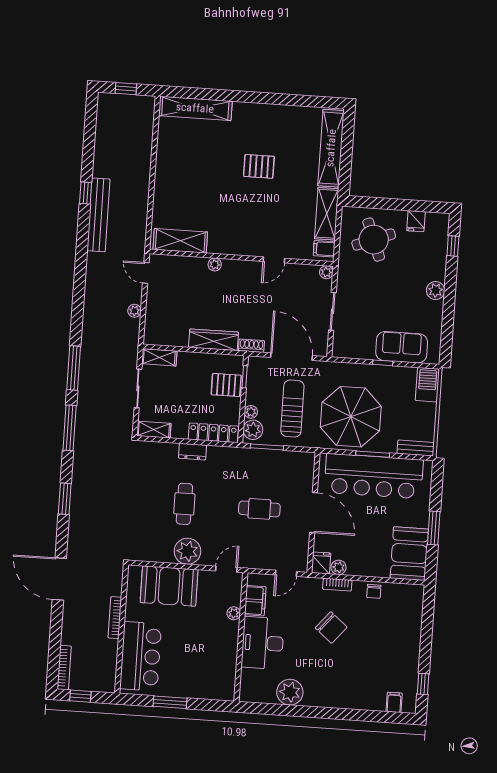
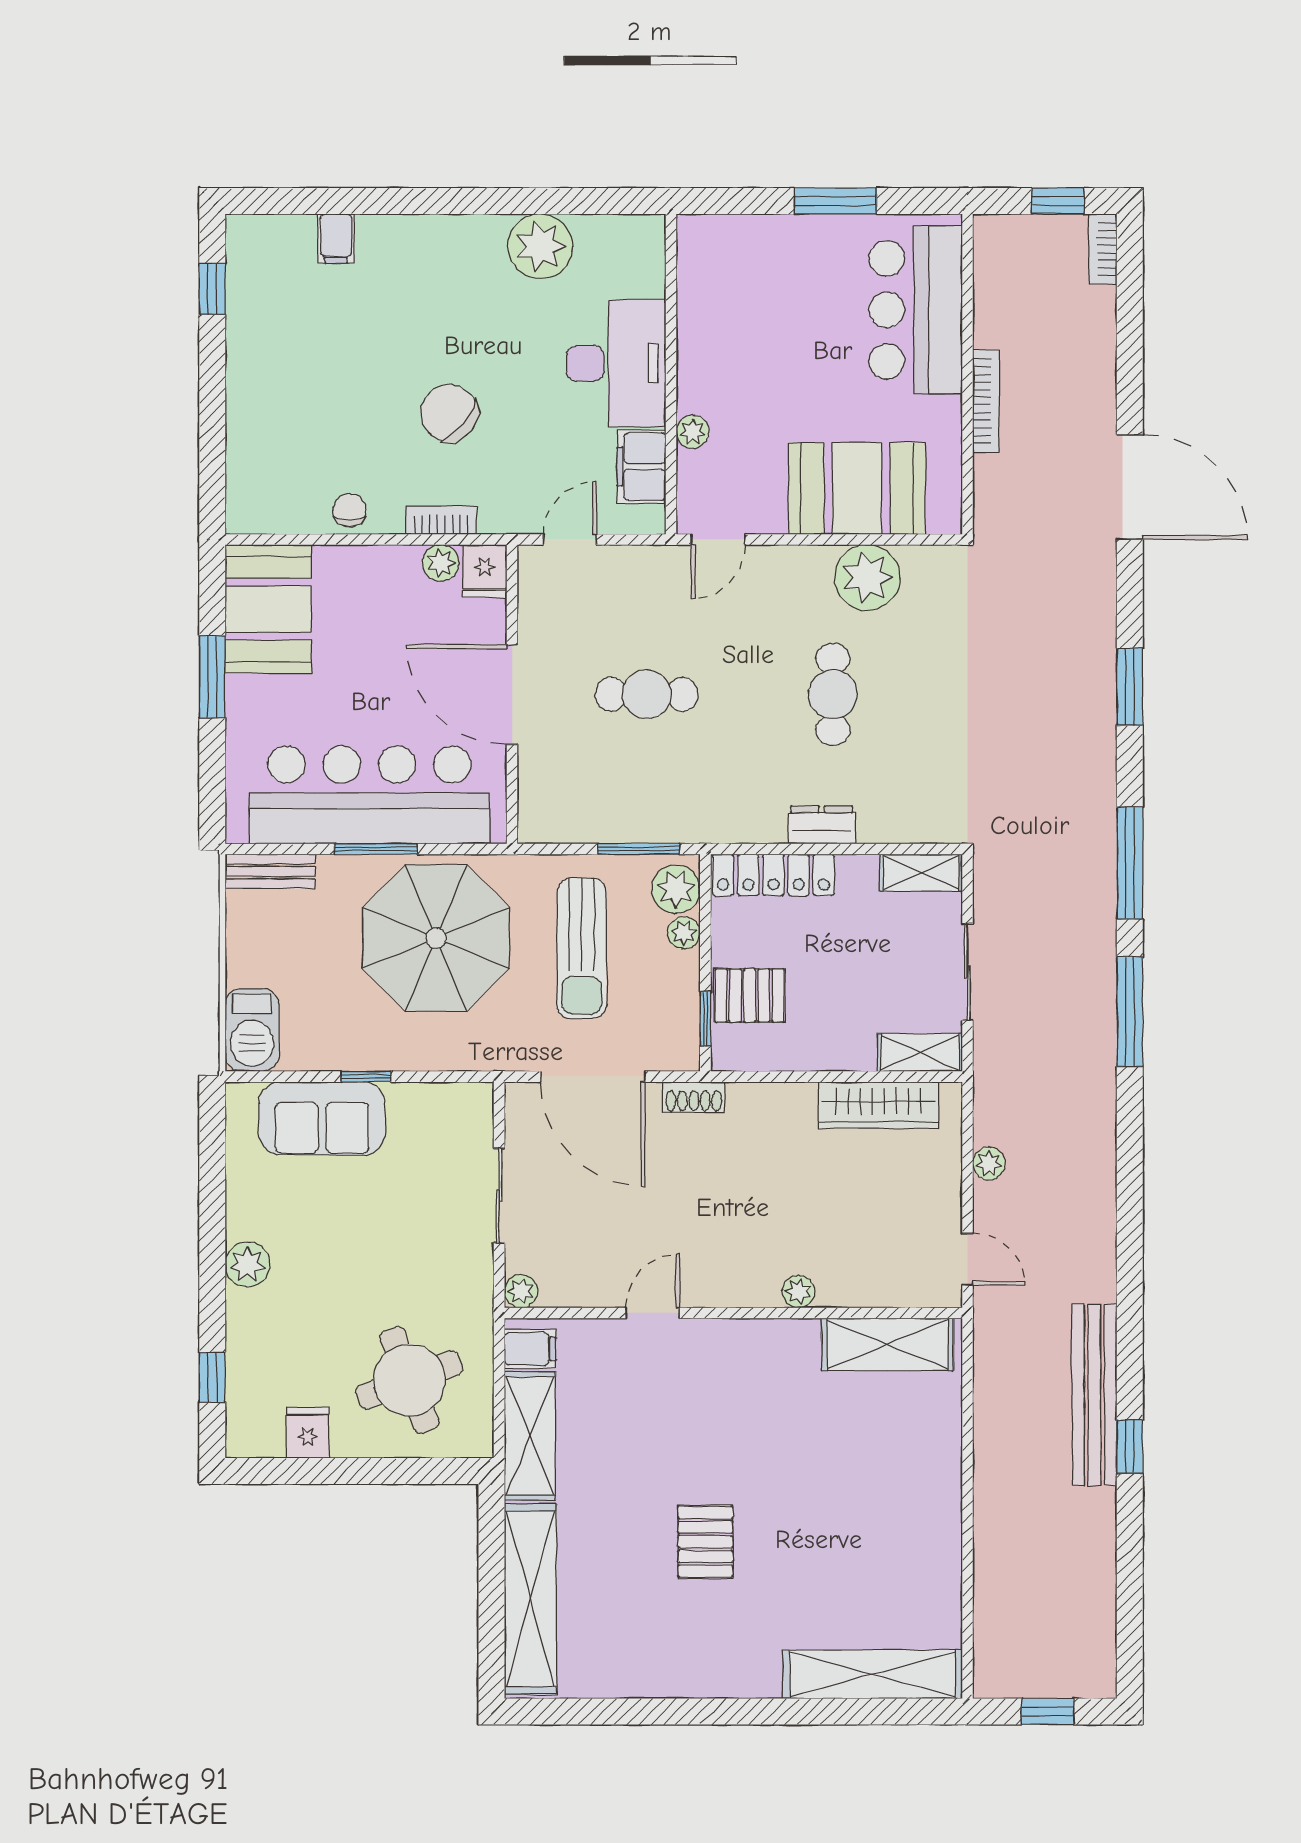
pallet: (259, 166) -> (705, 1542), turned 90
wardrobe: (213, 340) -> (878, 1105), moved
plant: (187, 551) -> (867, 577), moved
bookcase: (64, 668) -> (1103, 249), width x0.64
filing cabinet: (394, 702) -> (336, 239), moved

